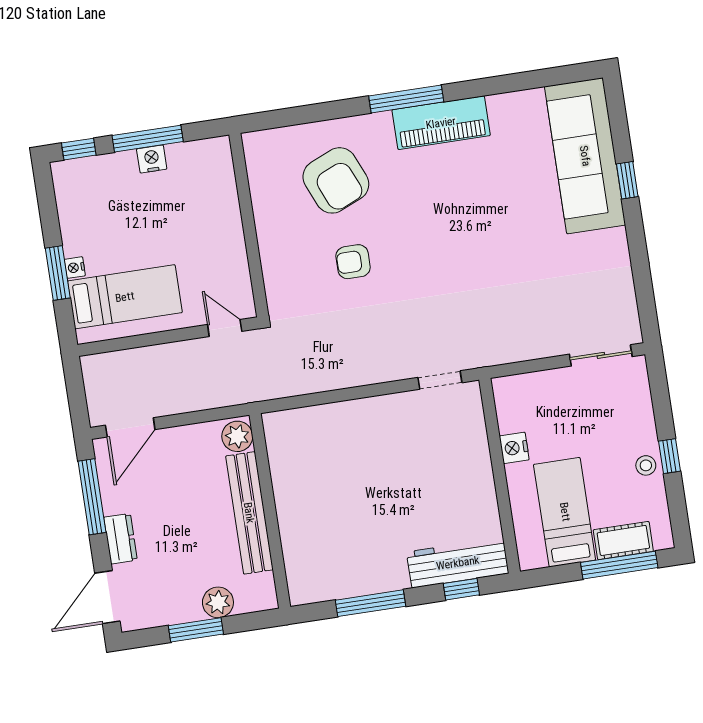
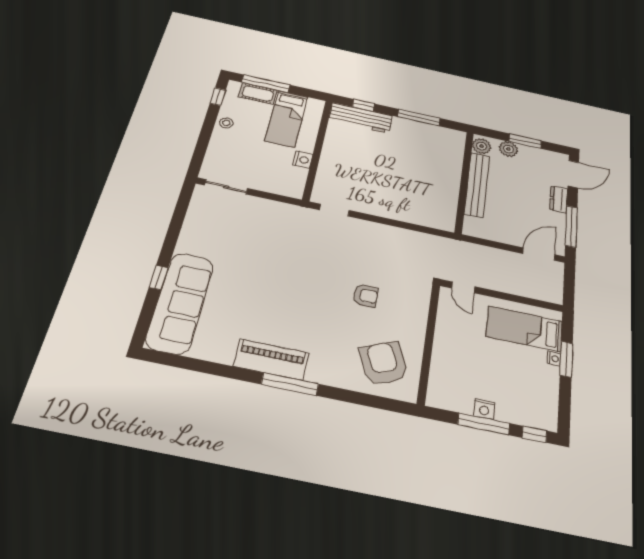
armchair: (336, 180) -> (384, 363), moved
plant: (237, 436) -> (482, 146), moved
window: (669, 456) -> (218, 97), moved

